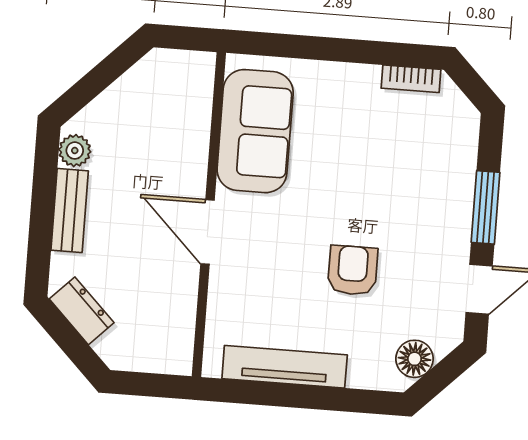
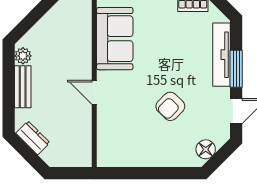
door: (208, 232) -> (94, 92), width x0.73
armchair: (353, 270) -> (170, 106), turned -136
tv unit: (285, 367) -> (222, 55), moved, turned -90

